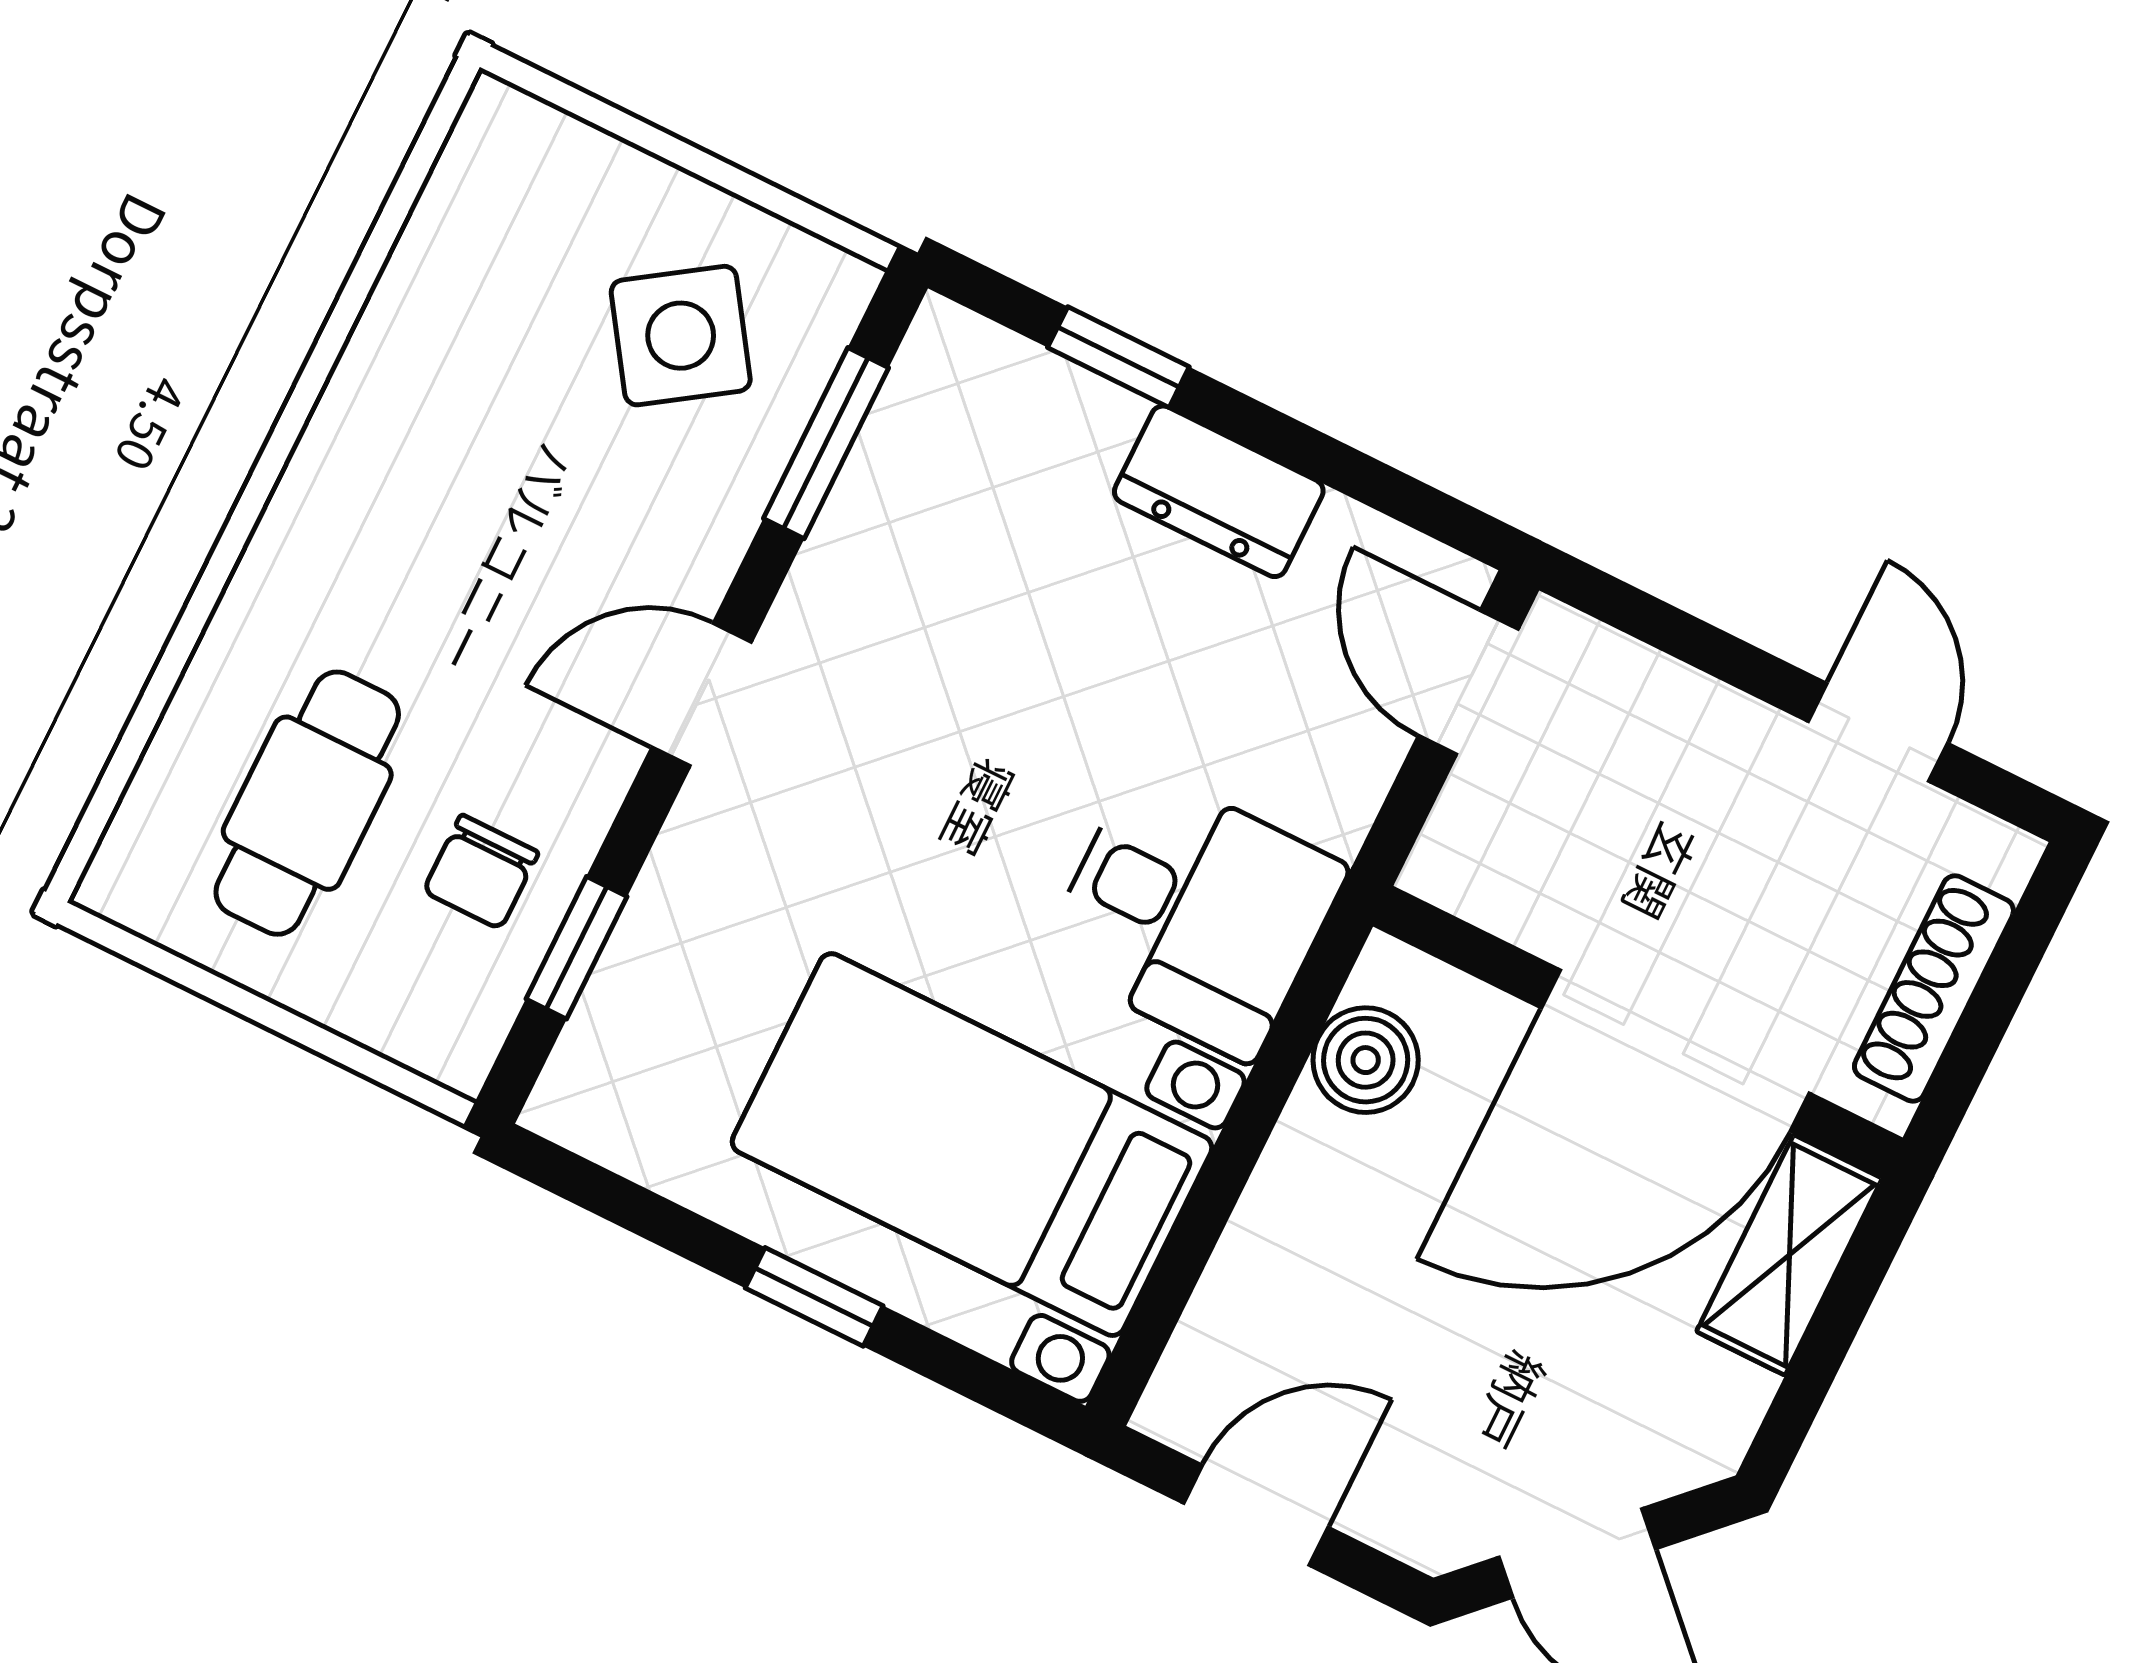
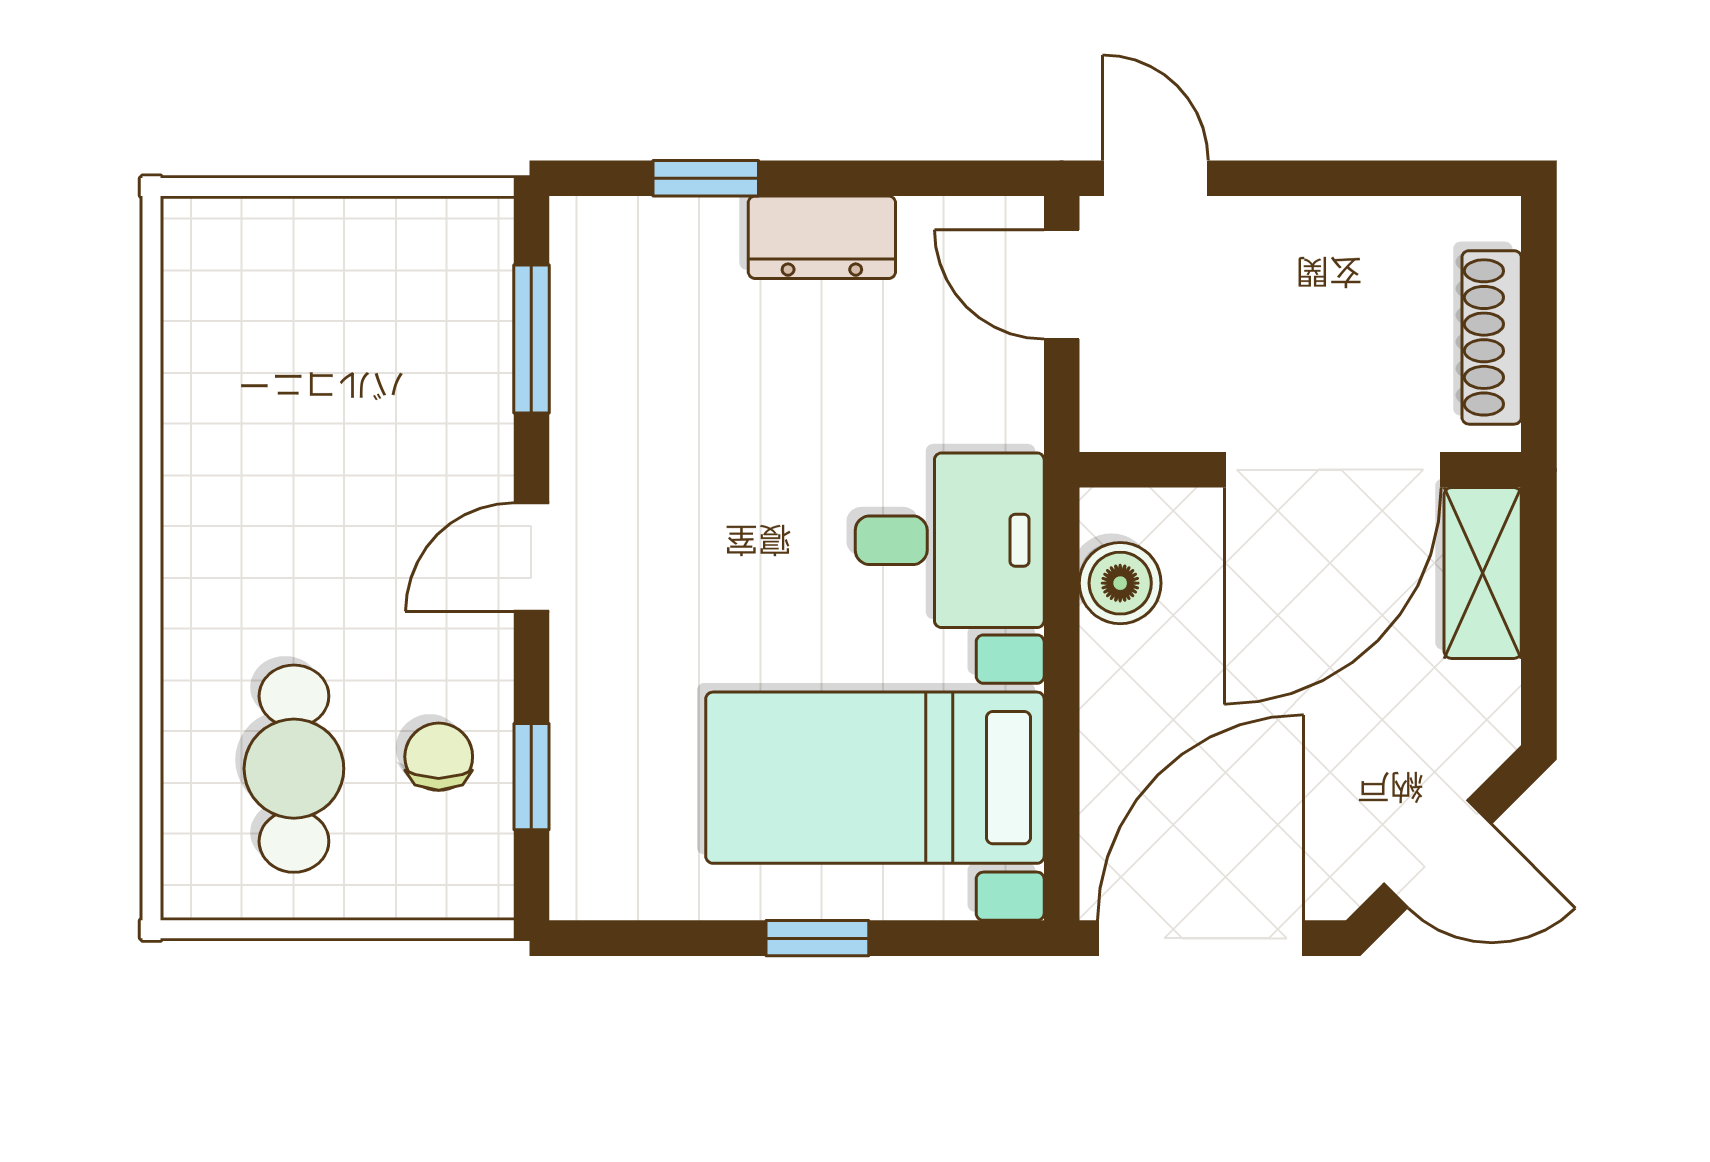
side table: (681, 336) -> (393, 314), removed
door: (1878, 732) -> (1156, 178), moved
chair: (481, 872) -> (439, 757), turned 180
door: (1256, 1515) -> (1201, 938), width x1.87

